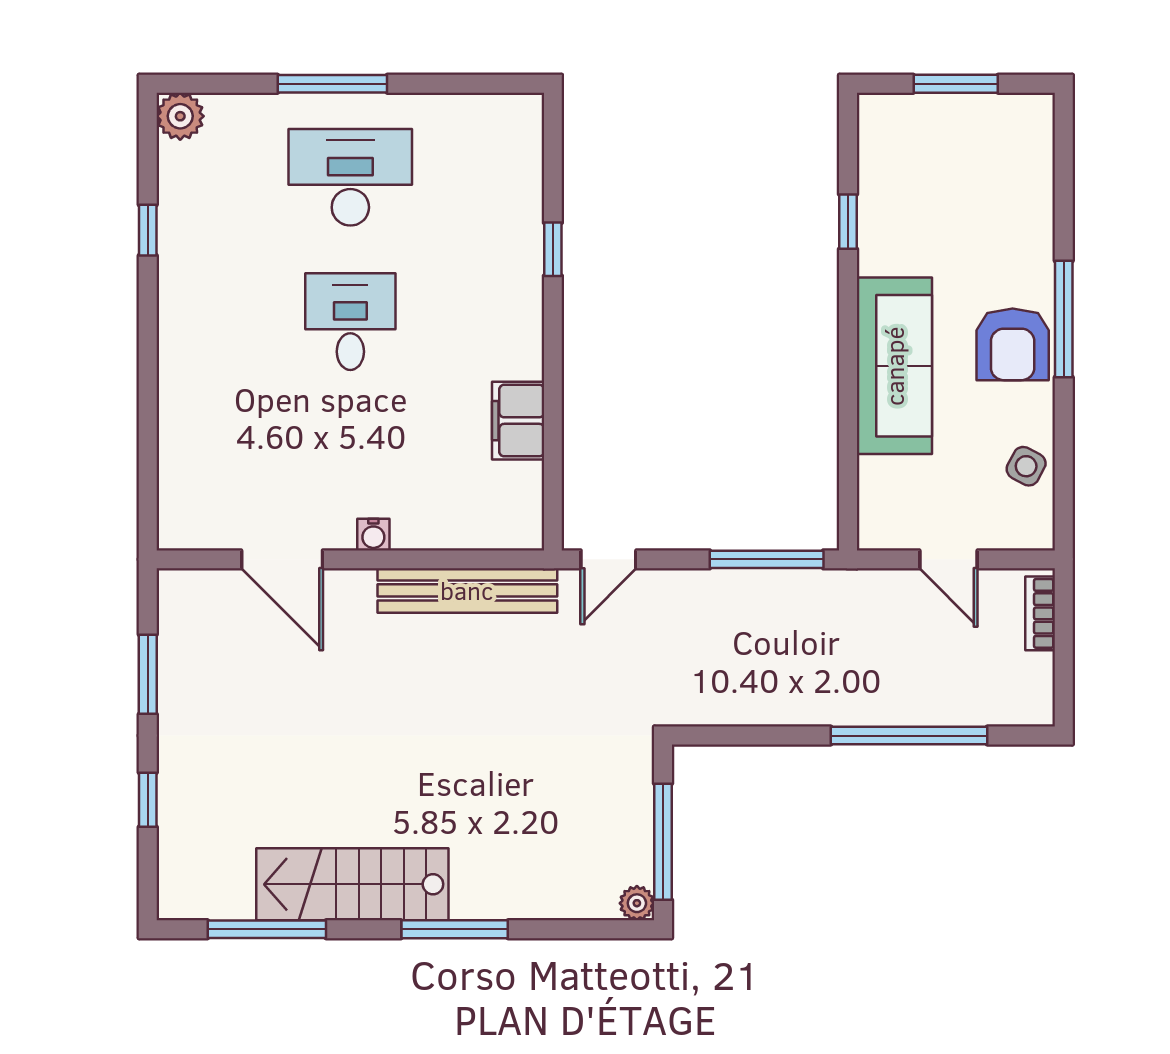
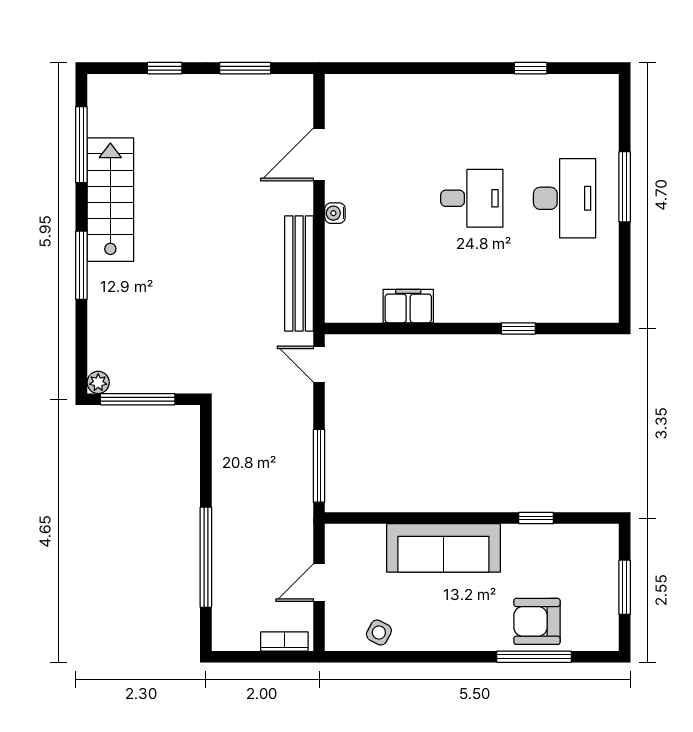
plant: (180, 116) -> (604, 89), removed
window: (1064, 319) -> (534, 657), moved
armchair: (1013, 344) -> (537, 621), moved

